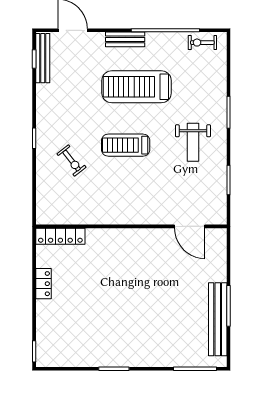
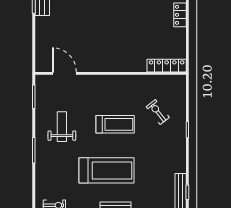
wall: (131, 226) -> (111, 73), moved
door: (190, 226) -> (64, 73), moved
locker: (60, 236) -> (167, 66), moved

